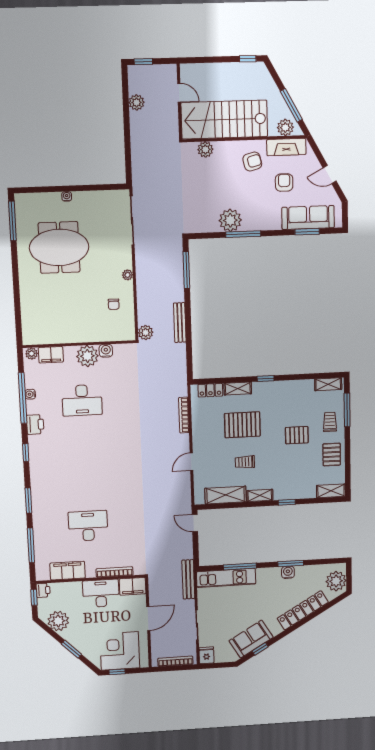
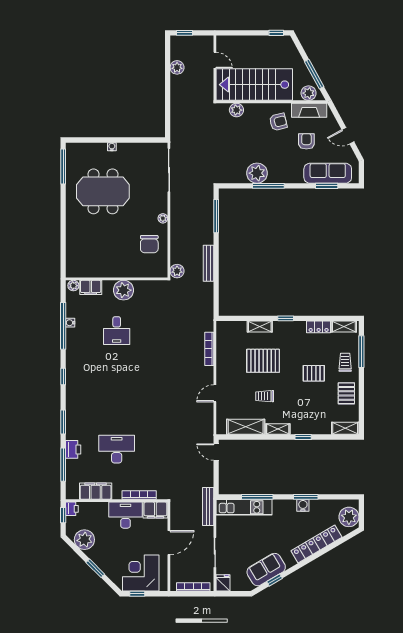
chair: (114, 304) -> (149, 244), width x1.87, depth x1.87
water cooler: (106, 351) -> (140, 286), removed
locker: (210, 390) -> (319, 327), moved
desk: (82, 400) -> (117, 331), width x0.73
printer: (35, 424) -> (73, 449), moved

